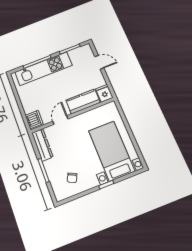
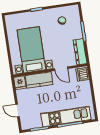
door: (60, 120) -> (61, 69), hinge flipped
bed with nightstands: (112, 151) -> (31, 50), moved, turned 180

